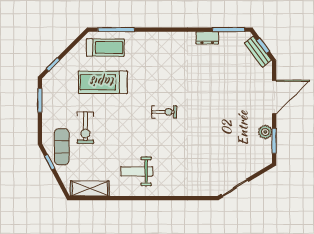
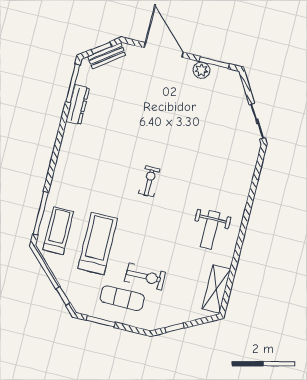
dresser: (207, 38) -> (78, 105), width x1.44
treadmill: (103, 82) -> (98, 244), turned 180
exercise mat: (62, 147) -> (122, 298), moved

